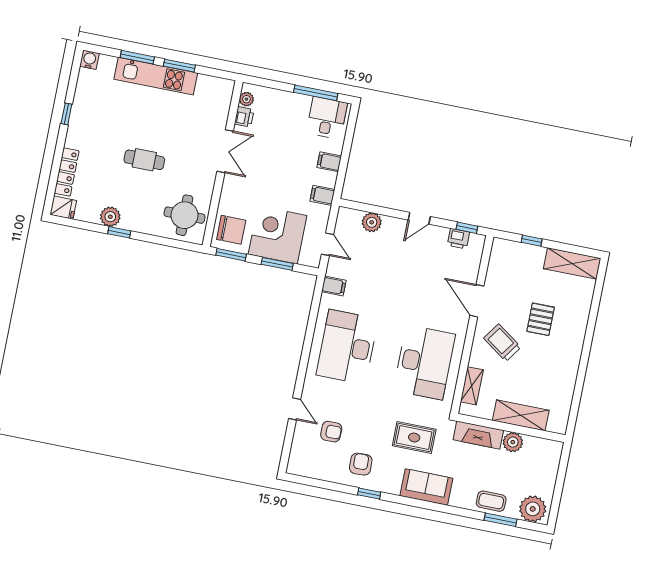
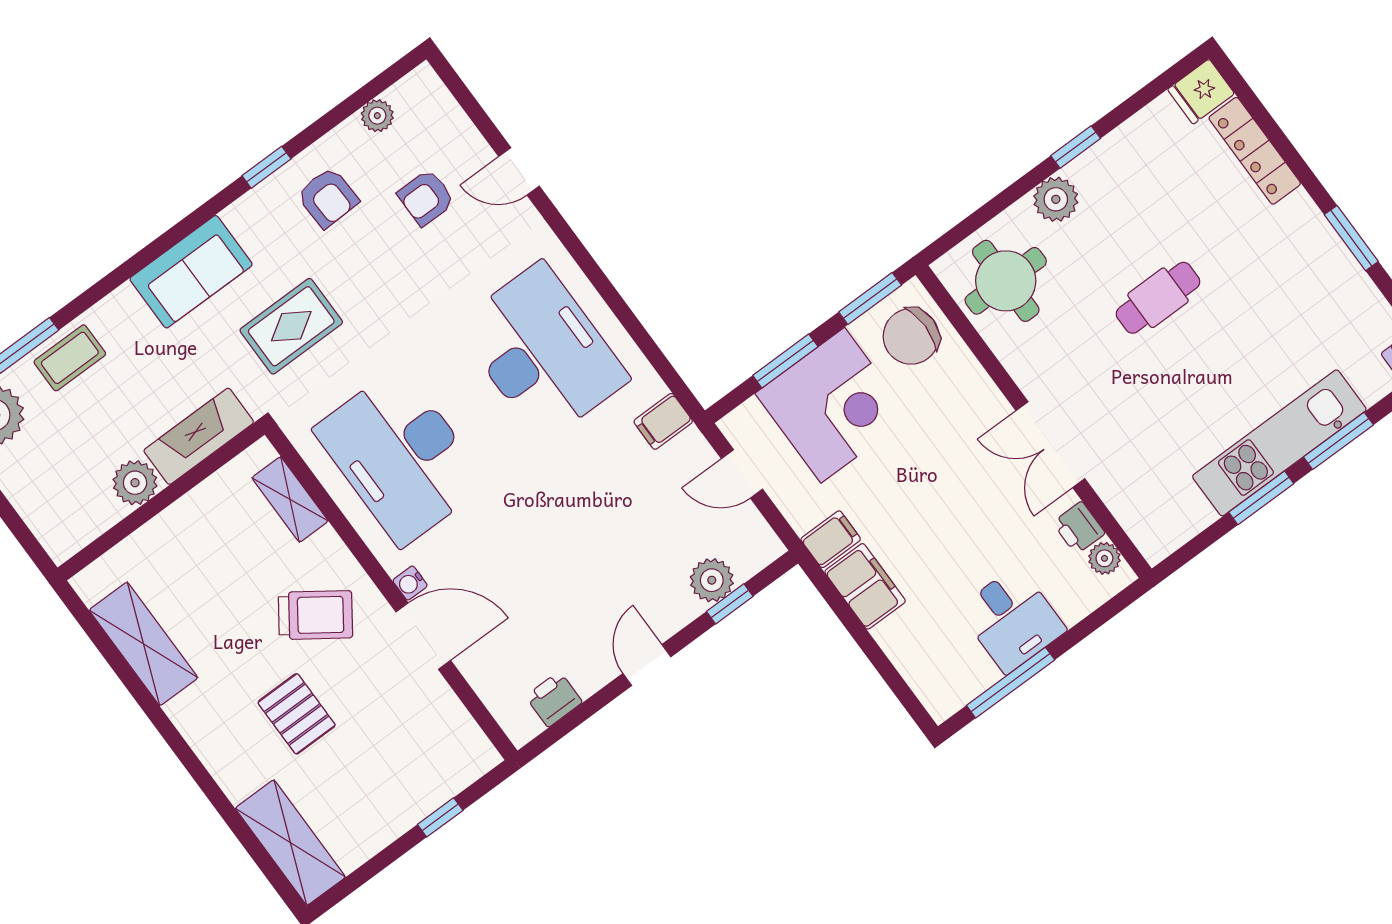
window: (66, 114) -> (1351, 238), width x1.50
desk: (327, 118) -> (1012, 619), moved
filing cabinet: (329, 162) -> (865, 586), width x2.00
plant: (110, 217) -> (1056, 199), moved
window: (467, 228) -> (730, 604), moved
shelving: (572, 263) -> (290, 843), moved, turned 90
water cooler: (463, 321) -> (410, 583), added
shelving: (521, 415) -> (143, 644), moved, turned 90
plant: (319, 472) -> (377, 116), added

